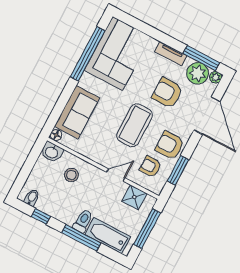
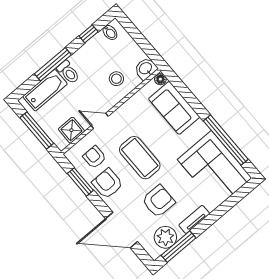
plant: (216, 77) -> (155, 253), removed
armchair: (170, 145) -> (107, 184), turned -90
armchair: (151, 167) -> (94, 157), turned -90
door: (116, 175) -> (100, 121), swing flipped

